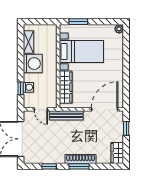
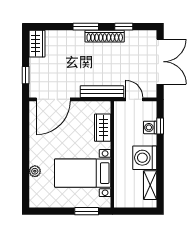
plant: (119, 29) -> (35, 171), moved
wardrobe: (66, 87) -> (103, 128), width x0.67
shoe rack: (81, 159) -> (105, 36), moved

